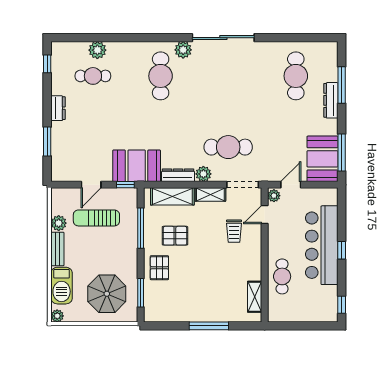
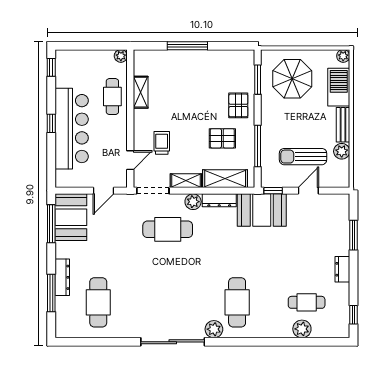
plant: (274, 196) -> (121, 56), moved
sun lounger: (96, 218) -> (303, 157), turned 180
shelving: (255, 297) -> (141, 92), moved

